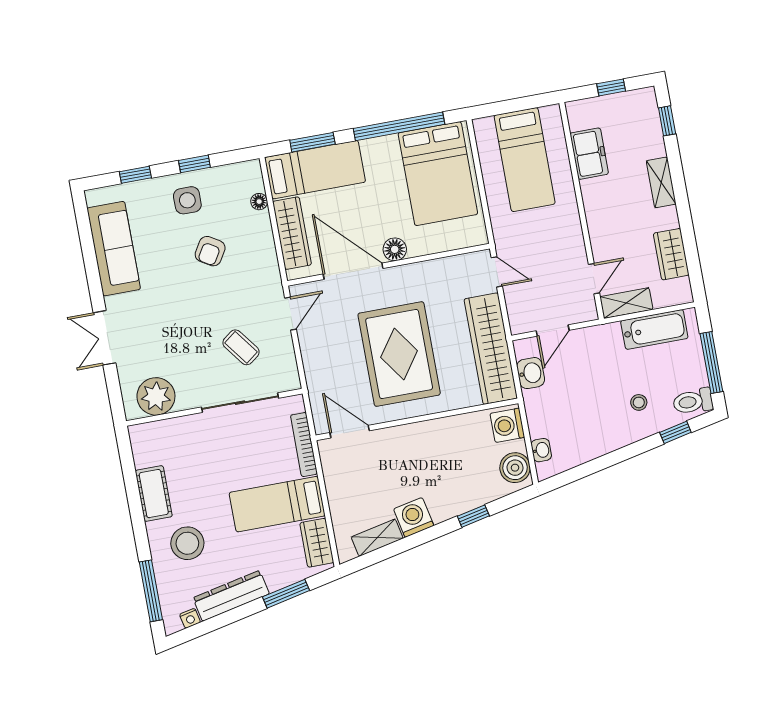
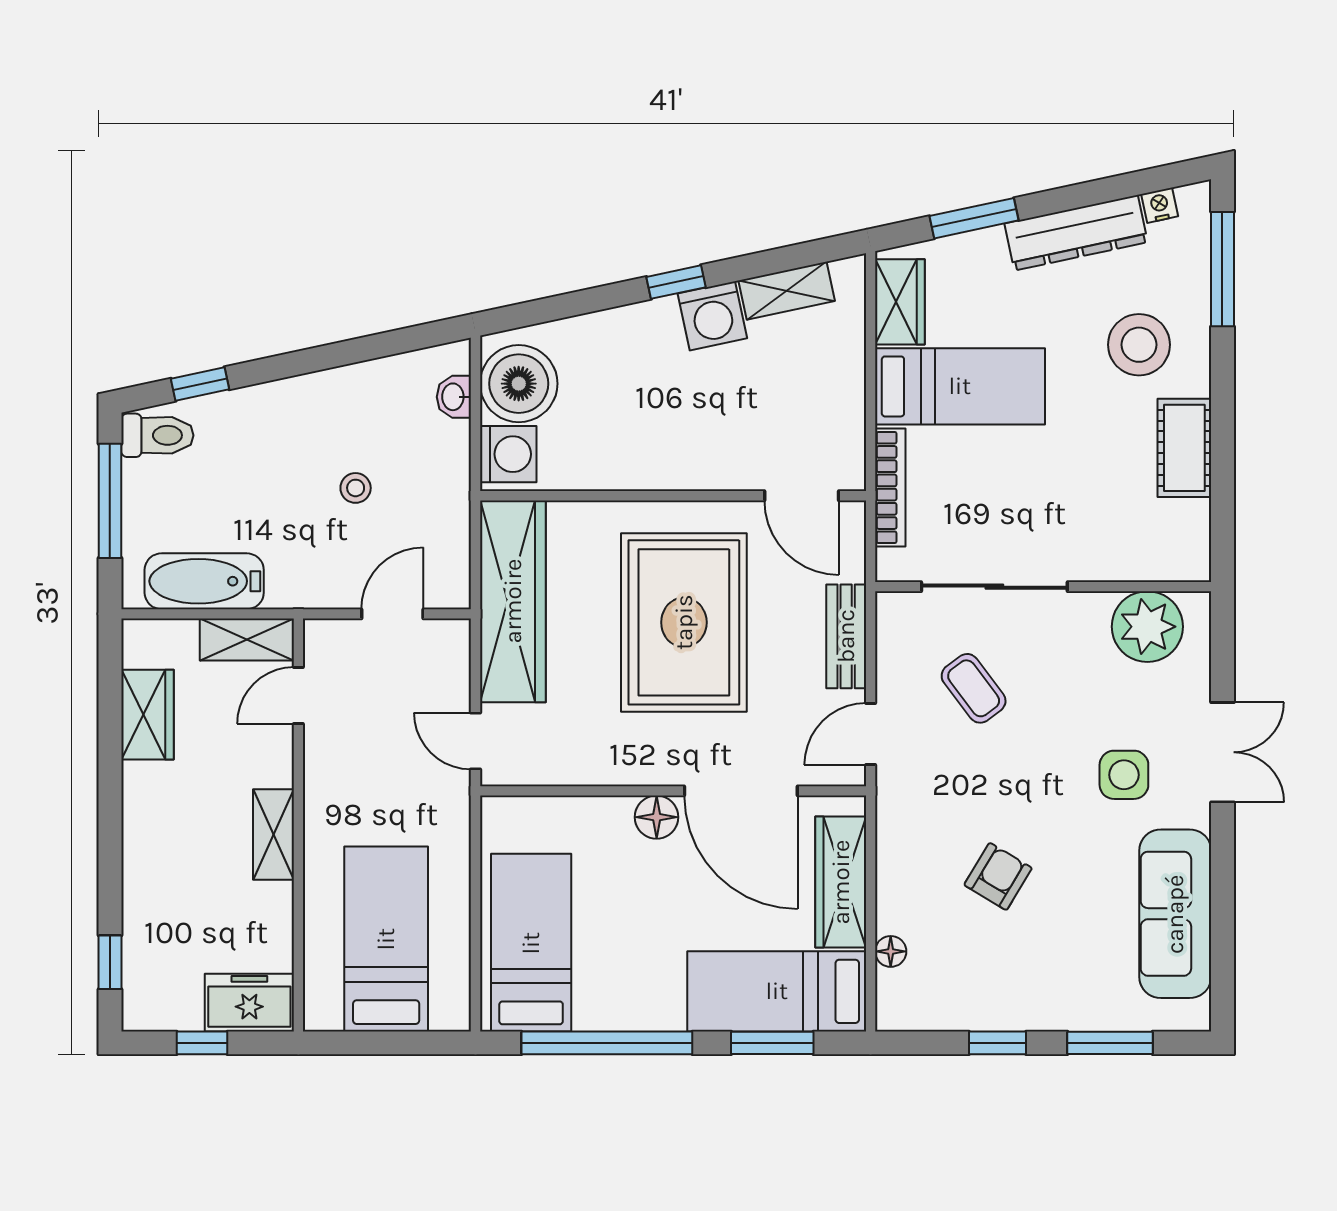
freezer: (589, 154) -> (249, 1003), moved, turned 90
bed: (438, 174) -> (531, 943), width x0.67
window: (135, 175) -> (1110, 1043), width x1.50
shelving: (661, 182) -> (273, 835), moved
side table: (187, 200) -> (1124, 775), moved
bench: (313, 362) -> (846, 636), added
washbasin: (531, 373) -> (447, 543), removed
stool: (639, 402) -> (356, 488), moved
boiler: (515, 468) -> (519, 384), width x1.37, depth x1.37
window: (473, 516) -> (676, 282), moved

